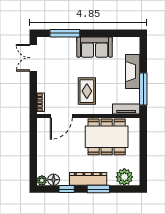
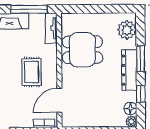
rug: (87, 91) -> (31, 72), turned 90
door: (61, 116) -> (59, 100), swing flipped
dining table: (107, 137) -> (82, 50), width x0.73

